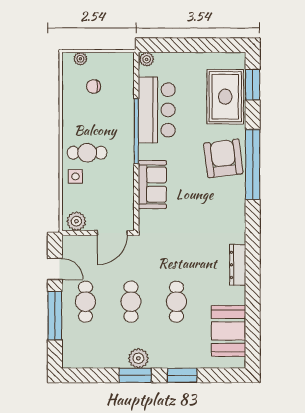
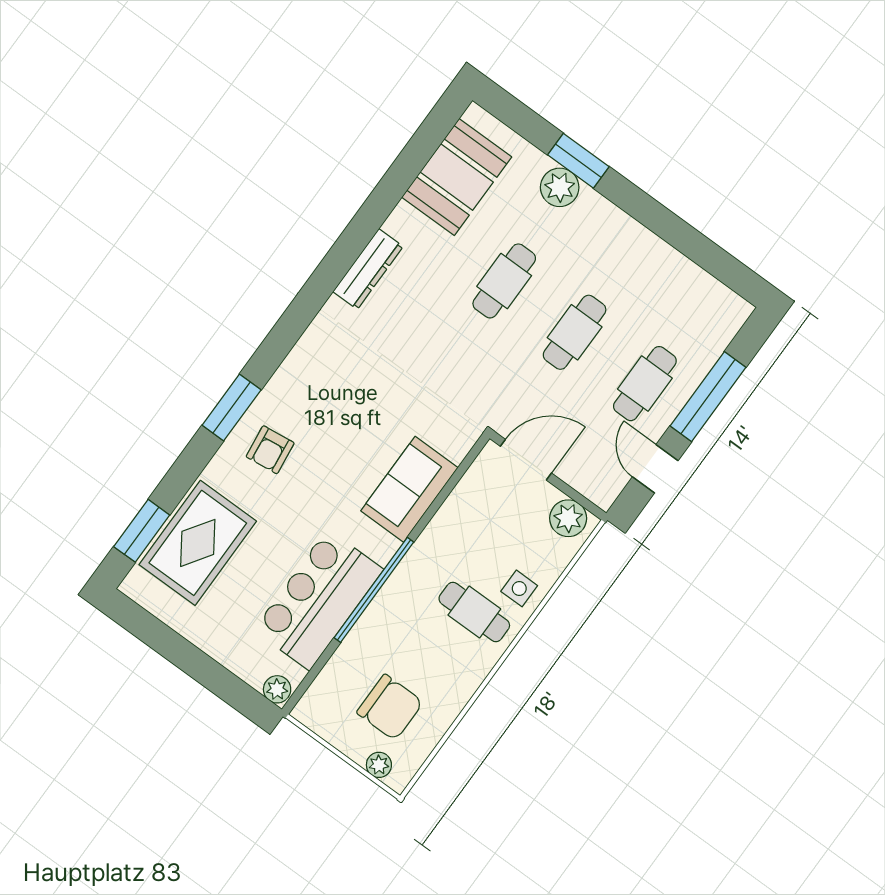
chair: (93, 86) -> (390, 707), width x1.87, depth x1.87
armchair: (223, 158) -> (270, 450), width x0.53, depth x0.53
window: (253, 164) -> (232, 407), width x0.47
plant: (138, 358) -> (560, 187), moved
window: (135, 375) -> (651, 214), removed

